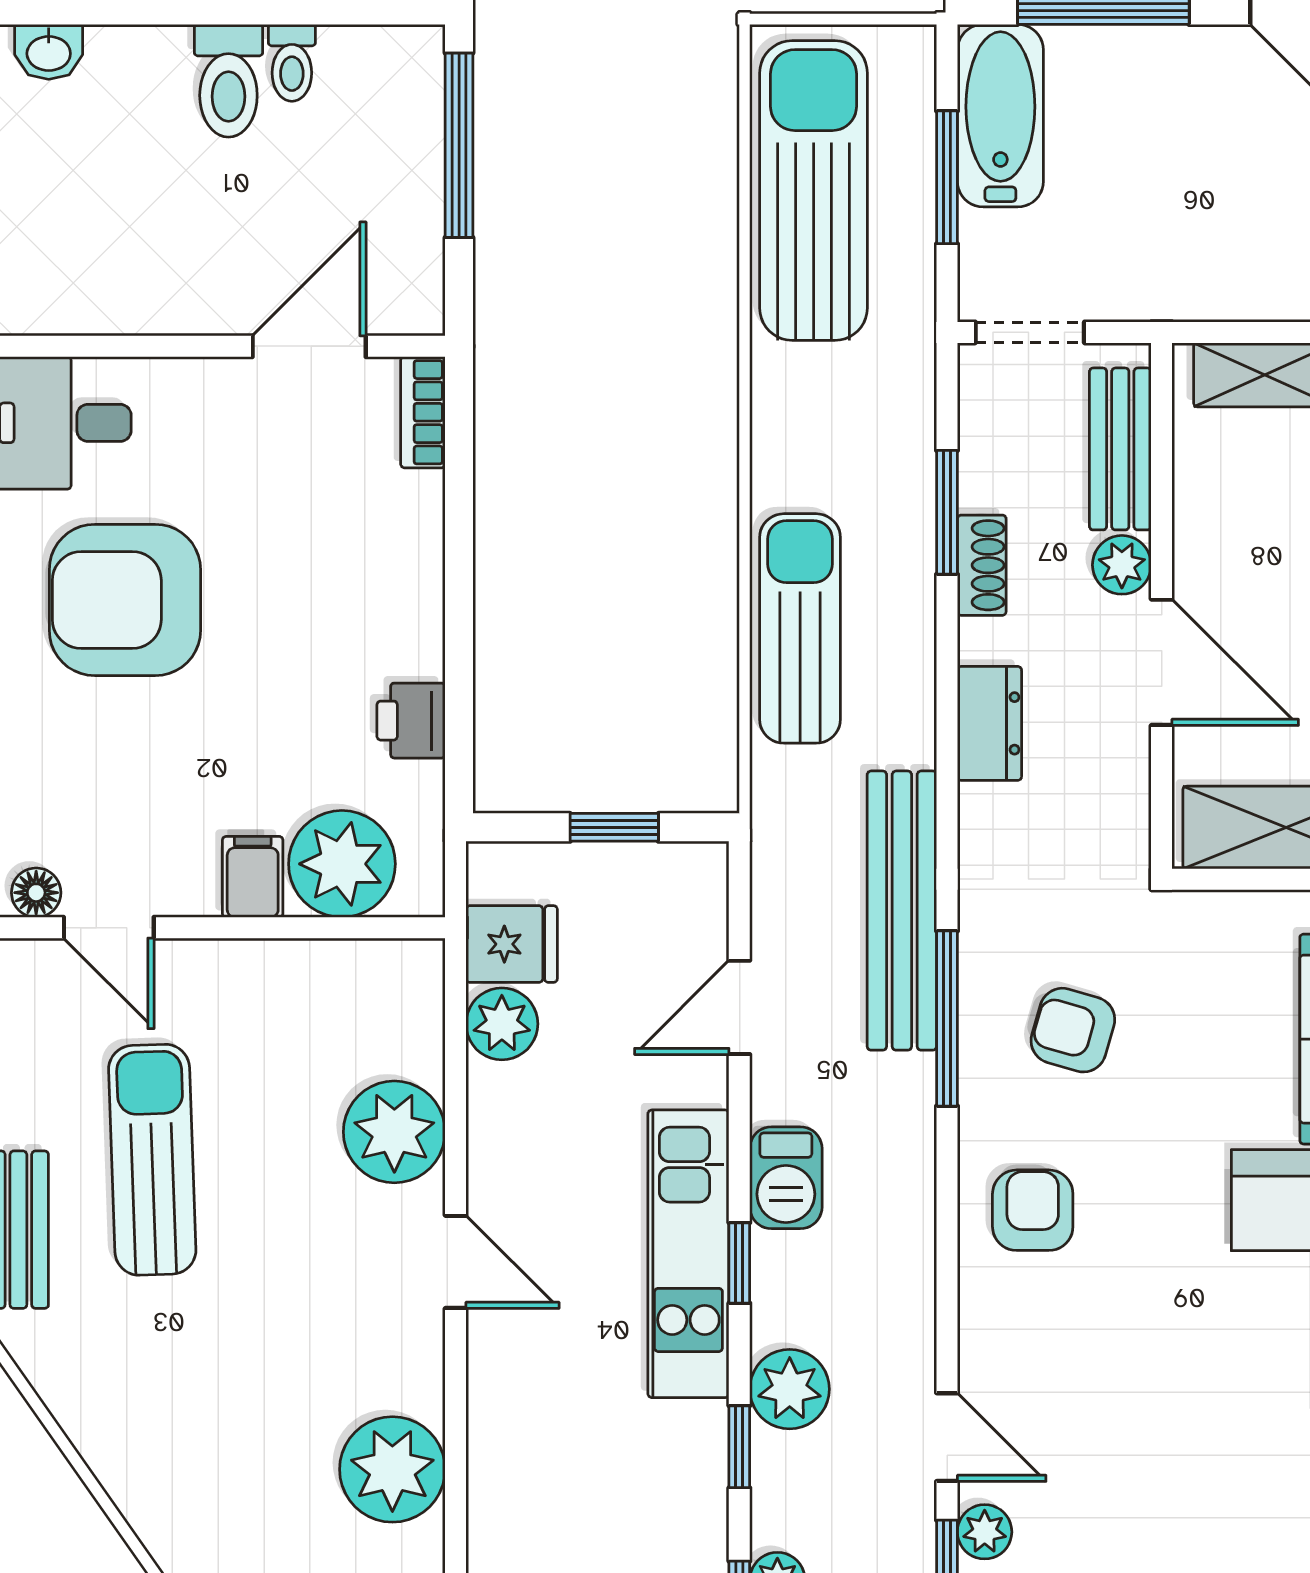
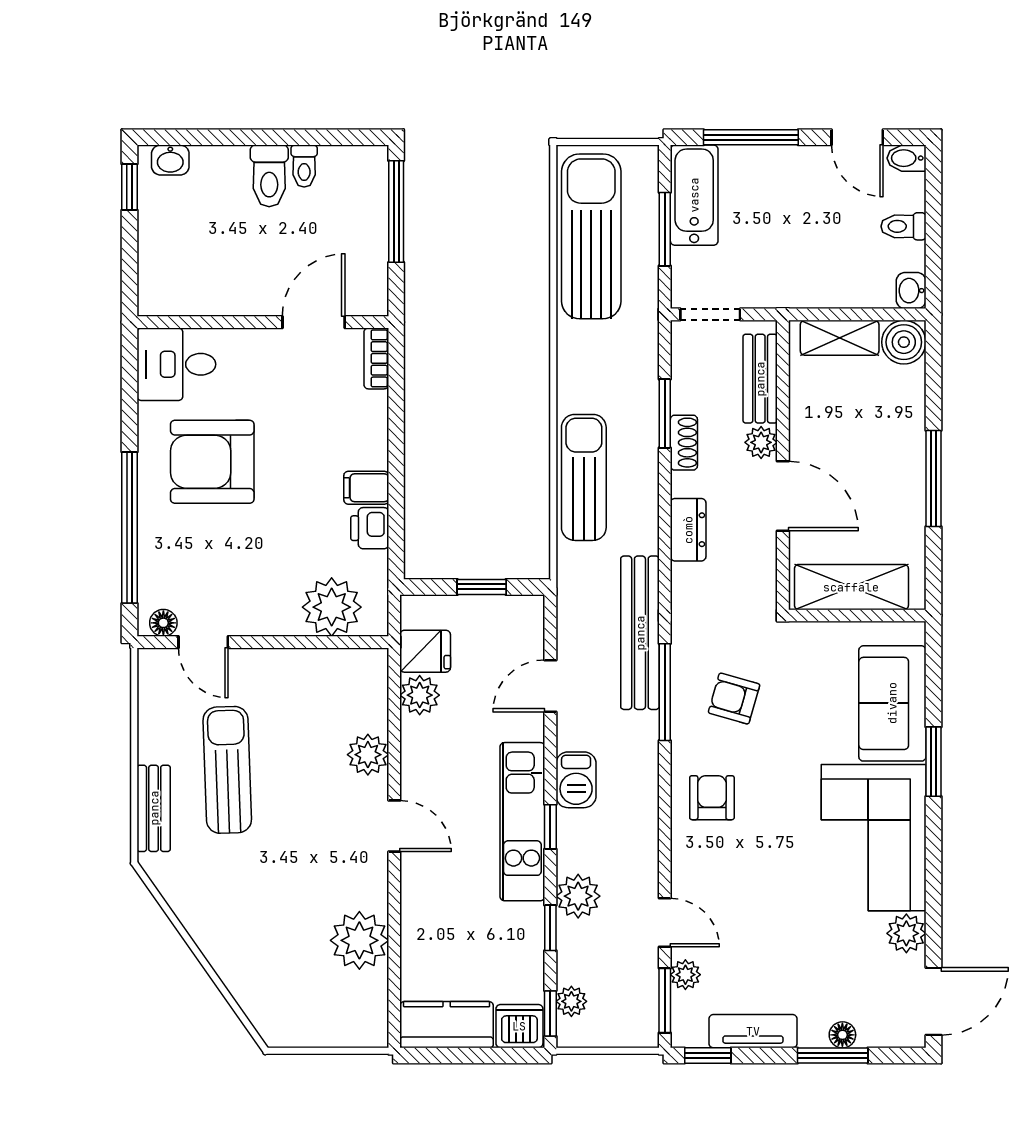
filing cabinet: (253, 877) -> (366, 488), moved, turned -90
plant: (394, 1132) -> (368, 755), width x0.73, depth x0.73

